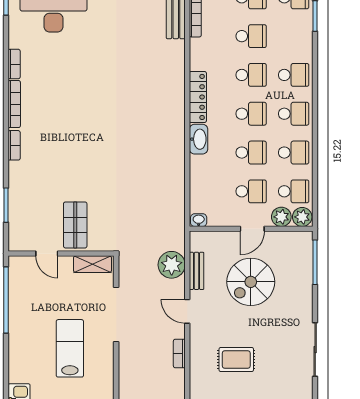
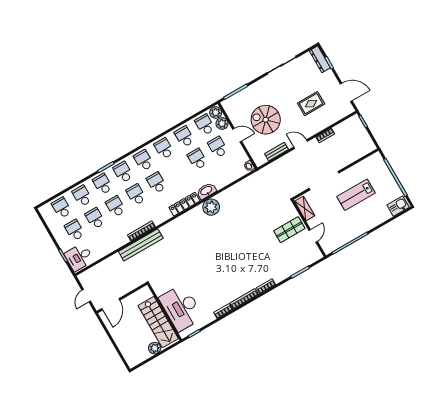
school desk: (251, 114) -> (123, 172), moved
plant: (172, 265) -> (211, 207), moved
spiral stairs: (251, 282) -> (266, 120), turned 180
door: (187, 311) -> (301, 144), swing flipped
rug: (236, 359) -> (311, 104), turned 90

